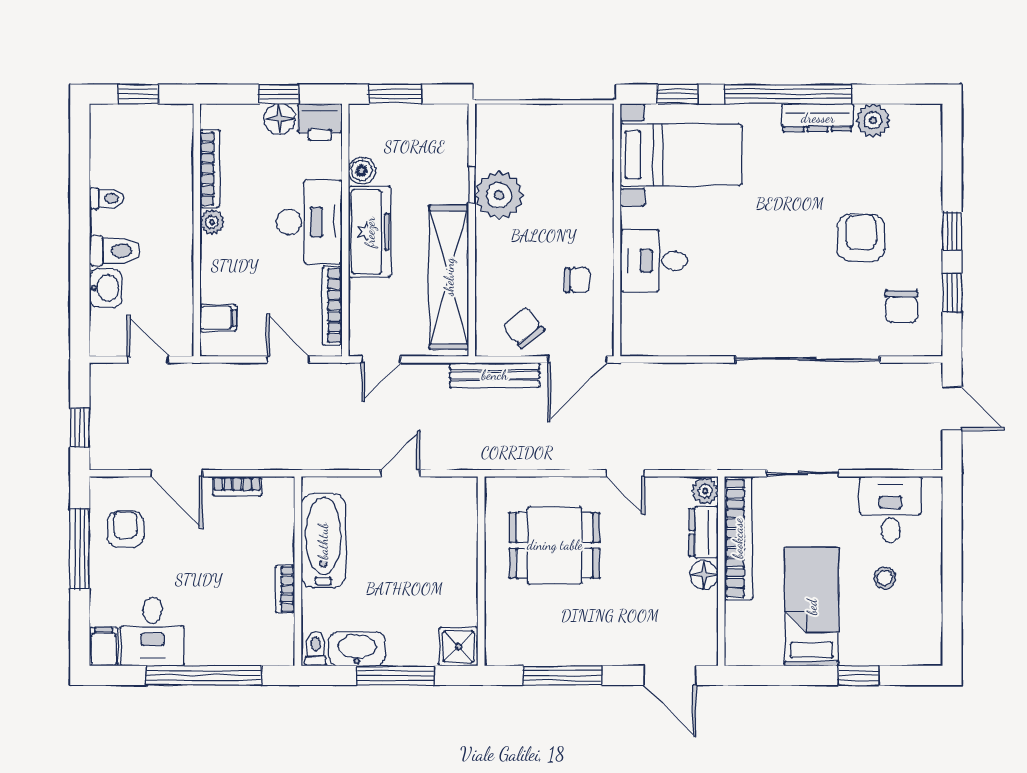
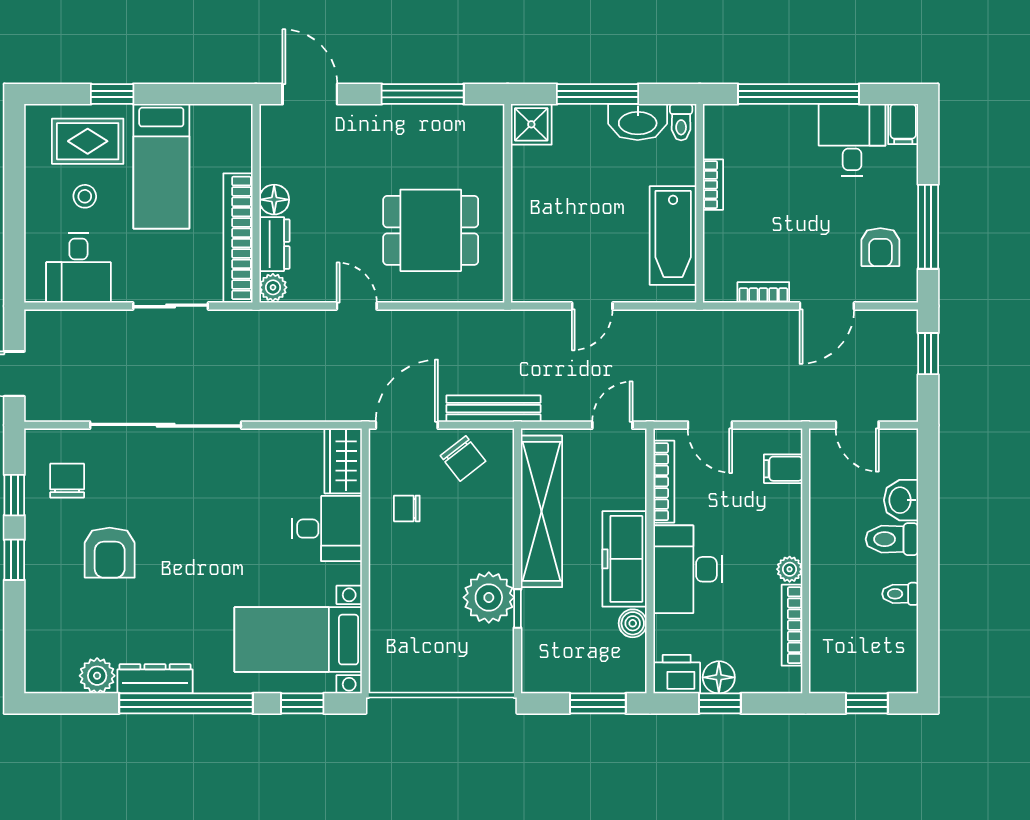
wardrobe: (638, 325) -> (343, 461), added
door: (176, 473) -> (827, 306), swing flipped
rug: (882, 630) -> (88, 141), added

